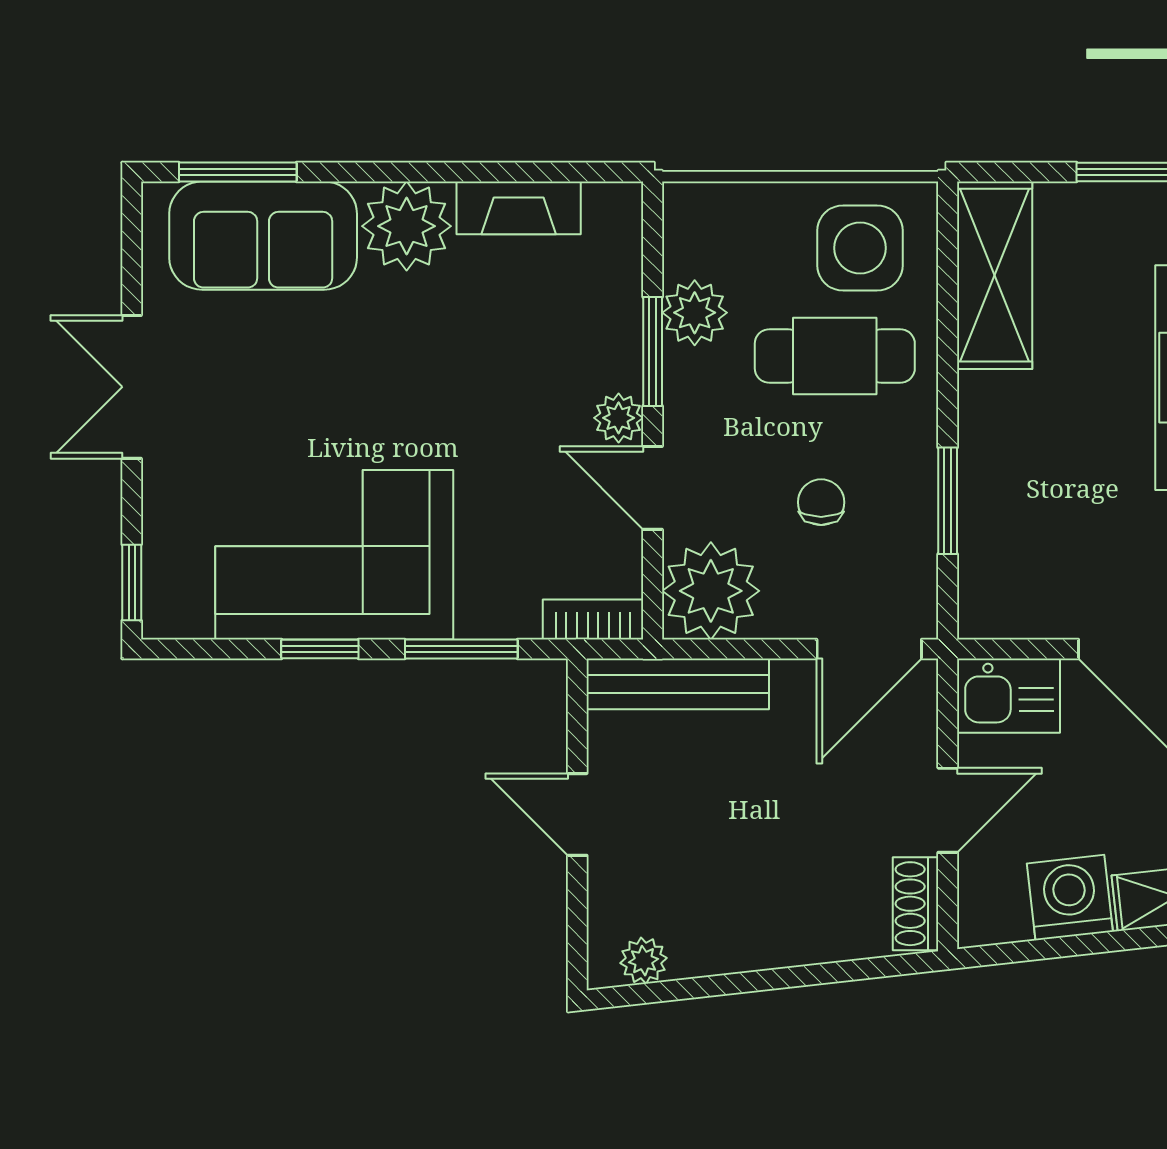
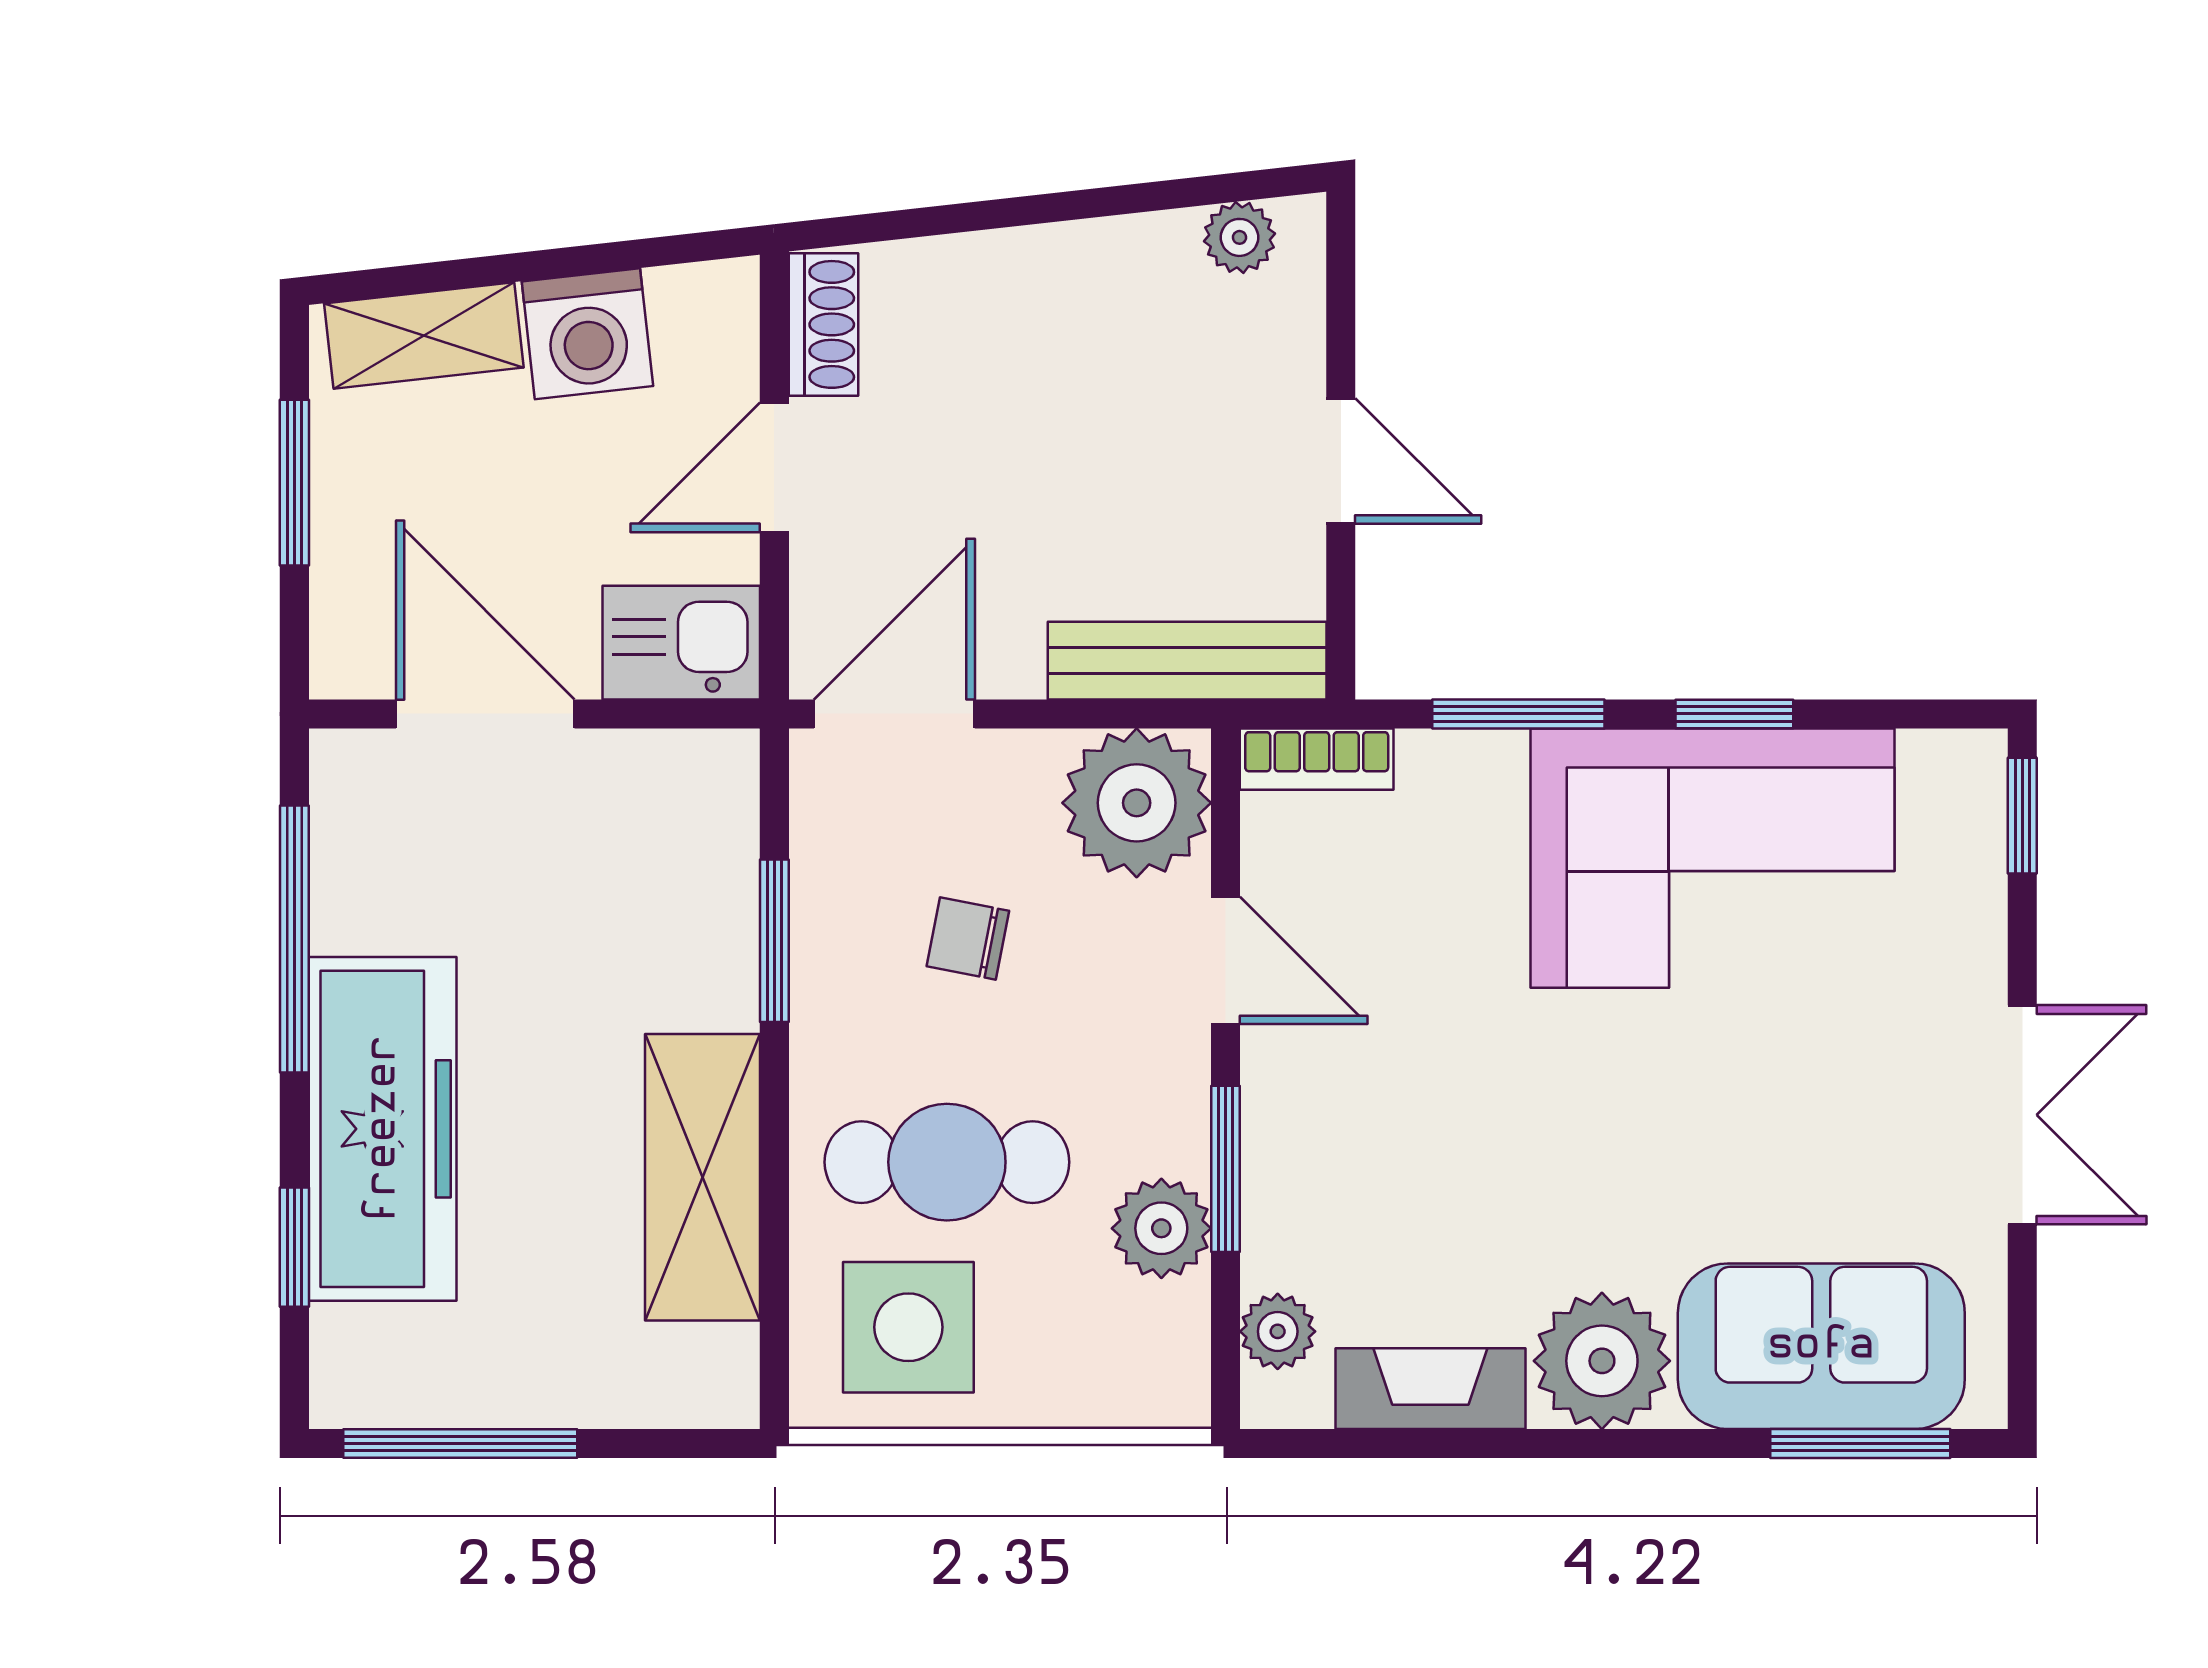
shelving: (995, 275) -> (703, 1177), moved
plant: (619, 418) -> (1278, 1331), moved
chair: (821, 502) -> (968, 939), turned 101

